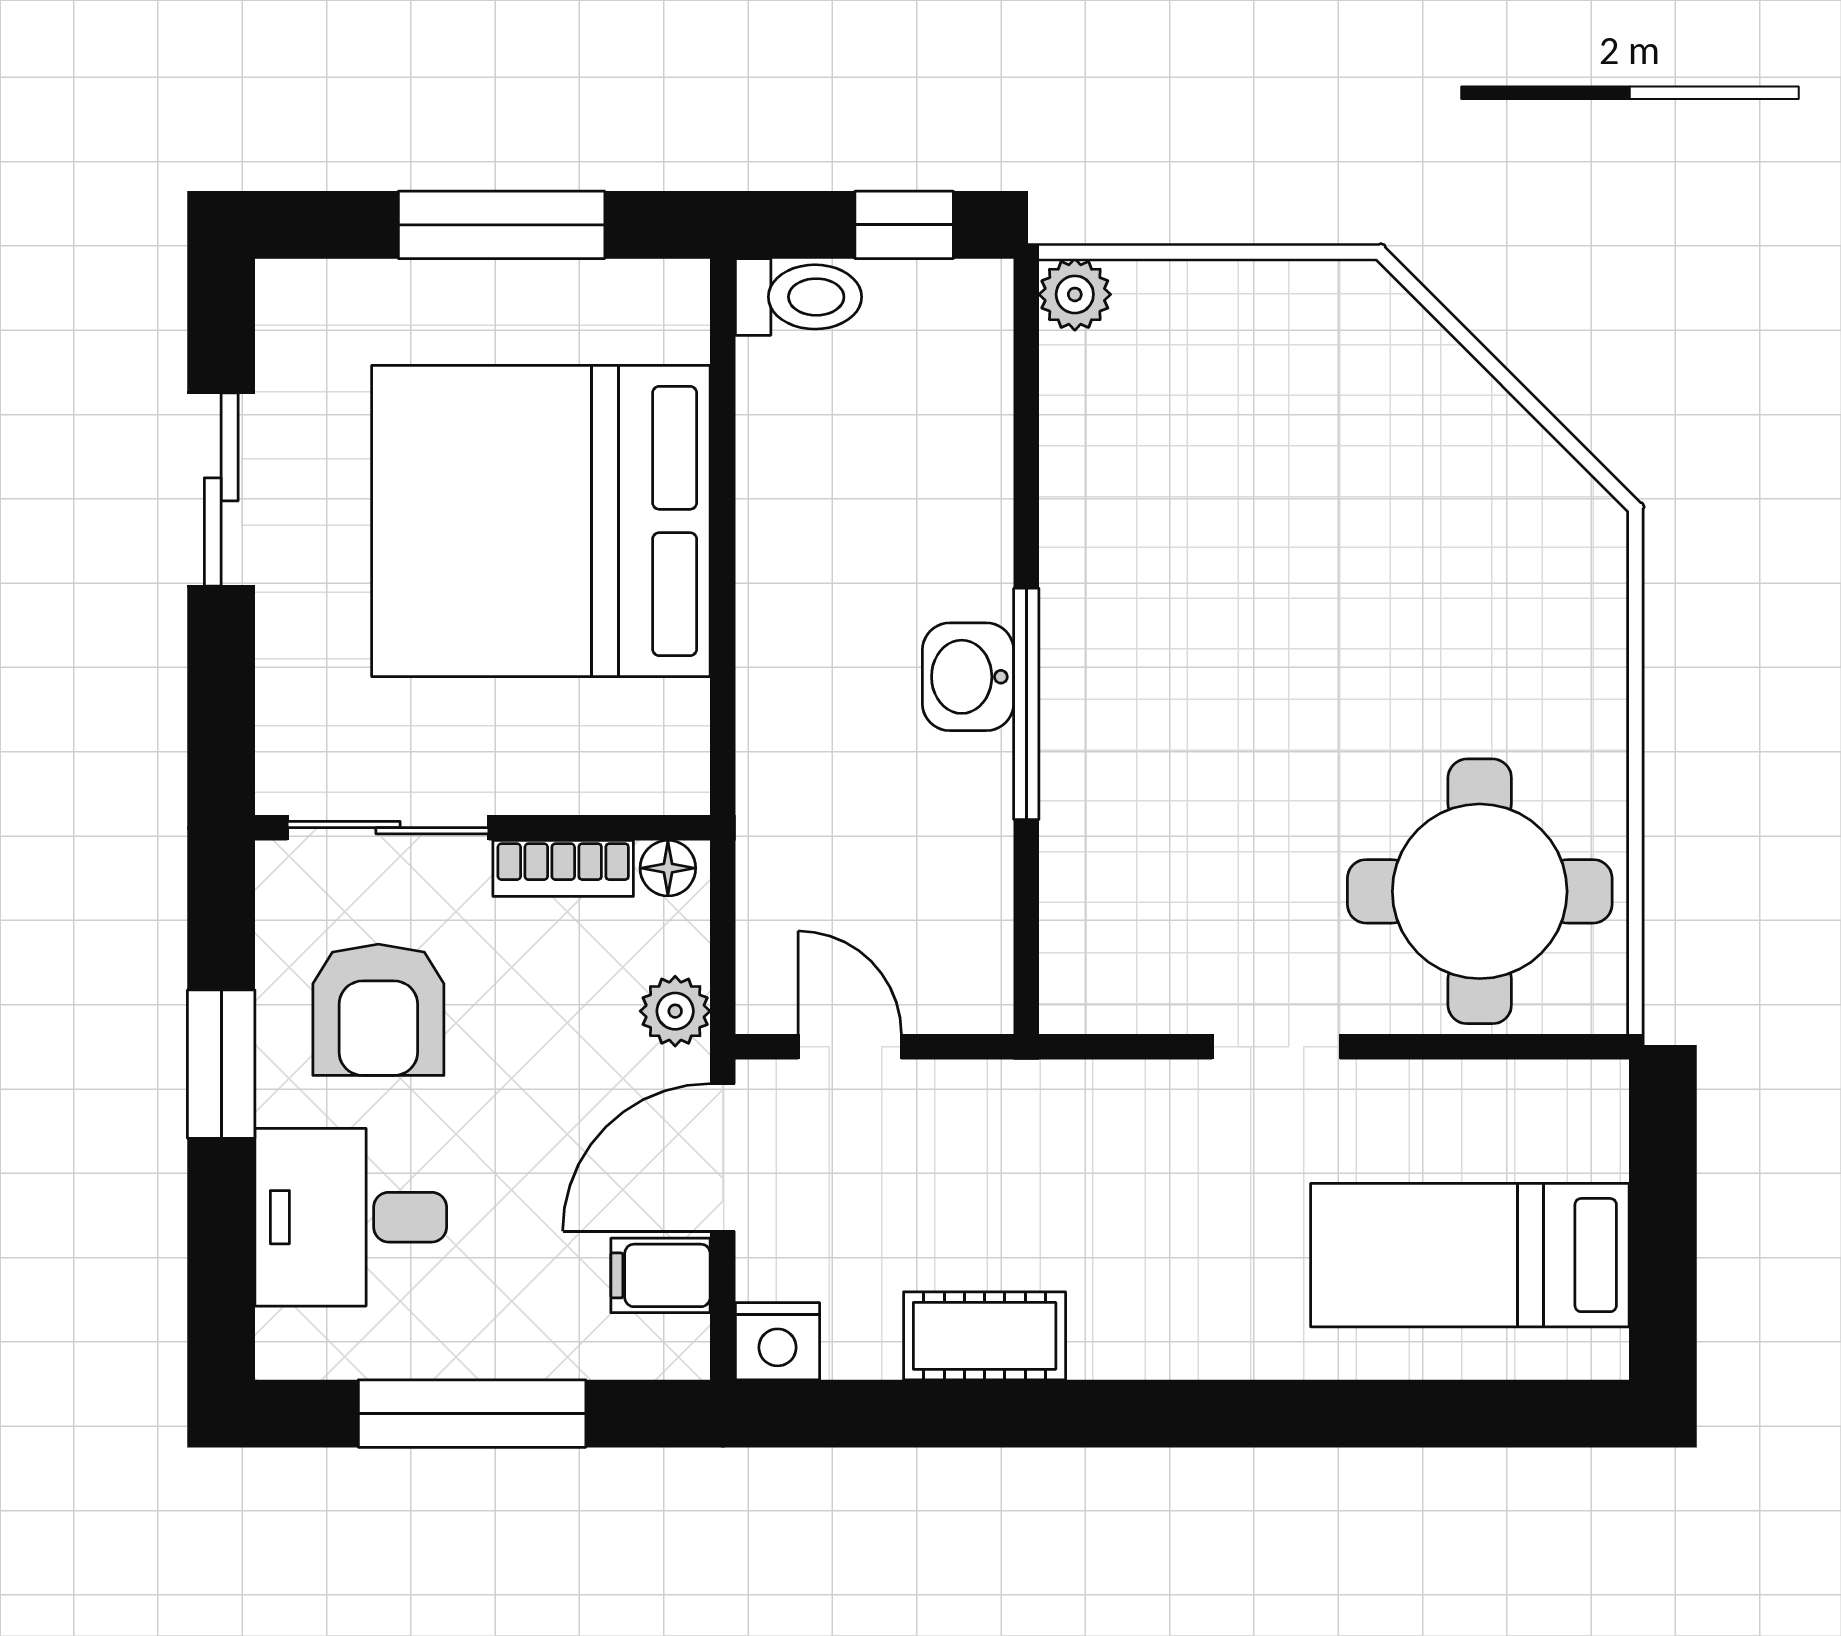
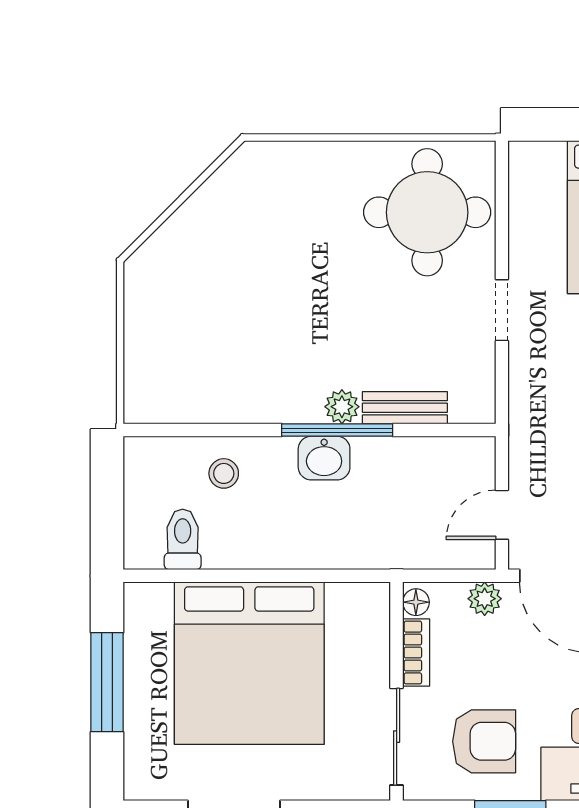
window: (904, 225) -> (107, 489), removed
plant: (1075, 294) -> (342, 407), moved
toilet: (799, 297) -> (183, 539), moved
stool: (936, 468) -> (224, 473), added
bench: (1073, 845) -> (405, 408), added

